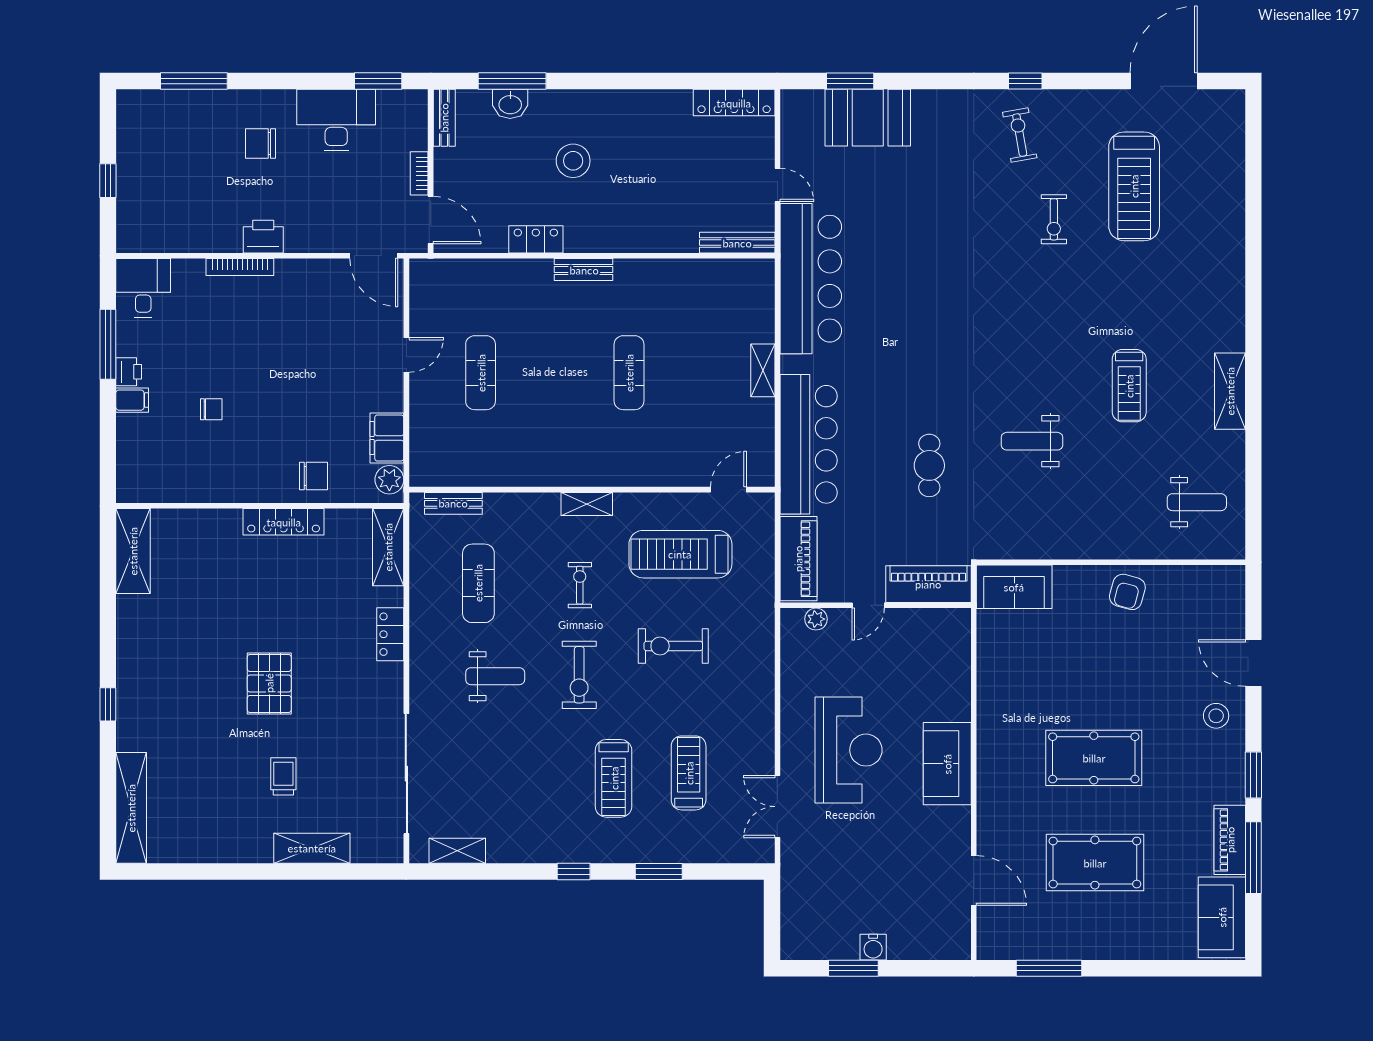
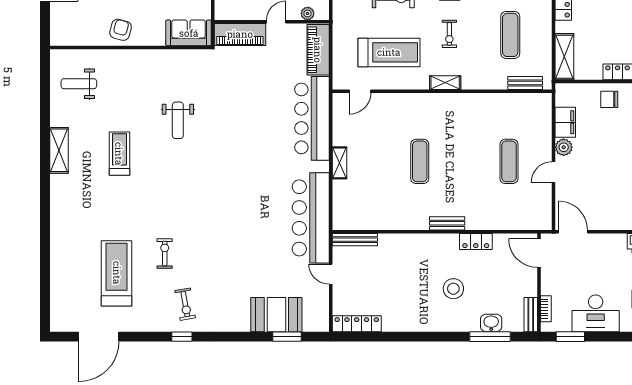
bookcase: (419, 173) -> (546, 309), moved
weight bench: (1032, 441) -> (178, 120), turned 90
cafe table: (929, 465) -> (240, 106), removed
plant: (389, 480) -> (564, 147), moved

